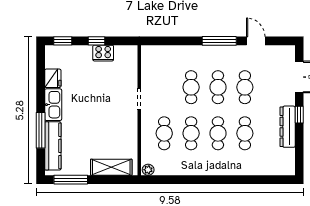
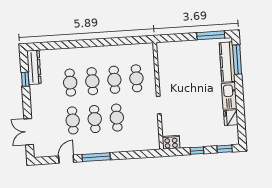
door: (256, 41) -> (66, 159), swing flipped
cooker: (103, 53) -> (171, 142), moved
window: (299, 115) -> (25, 79), moved
dresser: (288, 127) -> (34, 67), moved
window: (41, 130) -> (237, 60), moved
shelving: (111, 167) -> (178, 48), removed
plant: (148, 170) -> (148, 48), removed

